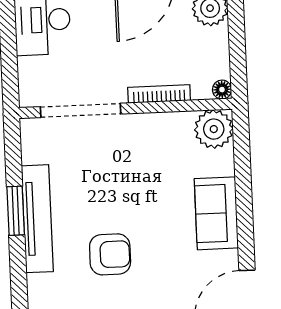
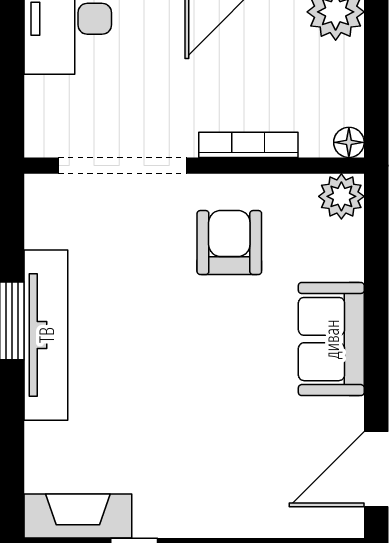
plant: (214, 129) -> (341, 196), width x0.73, depth x0.73
armchair: (110, 254) -> (229, 243), moved, turned -90

